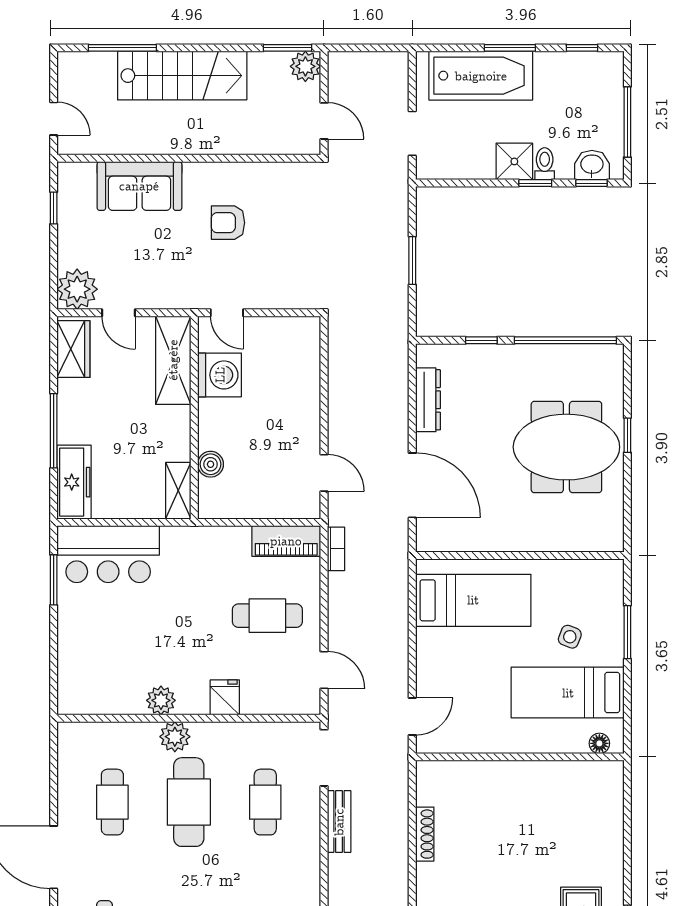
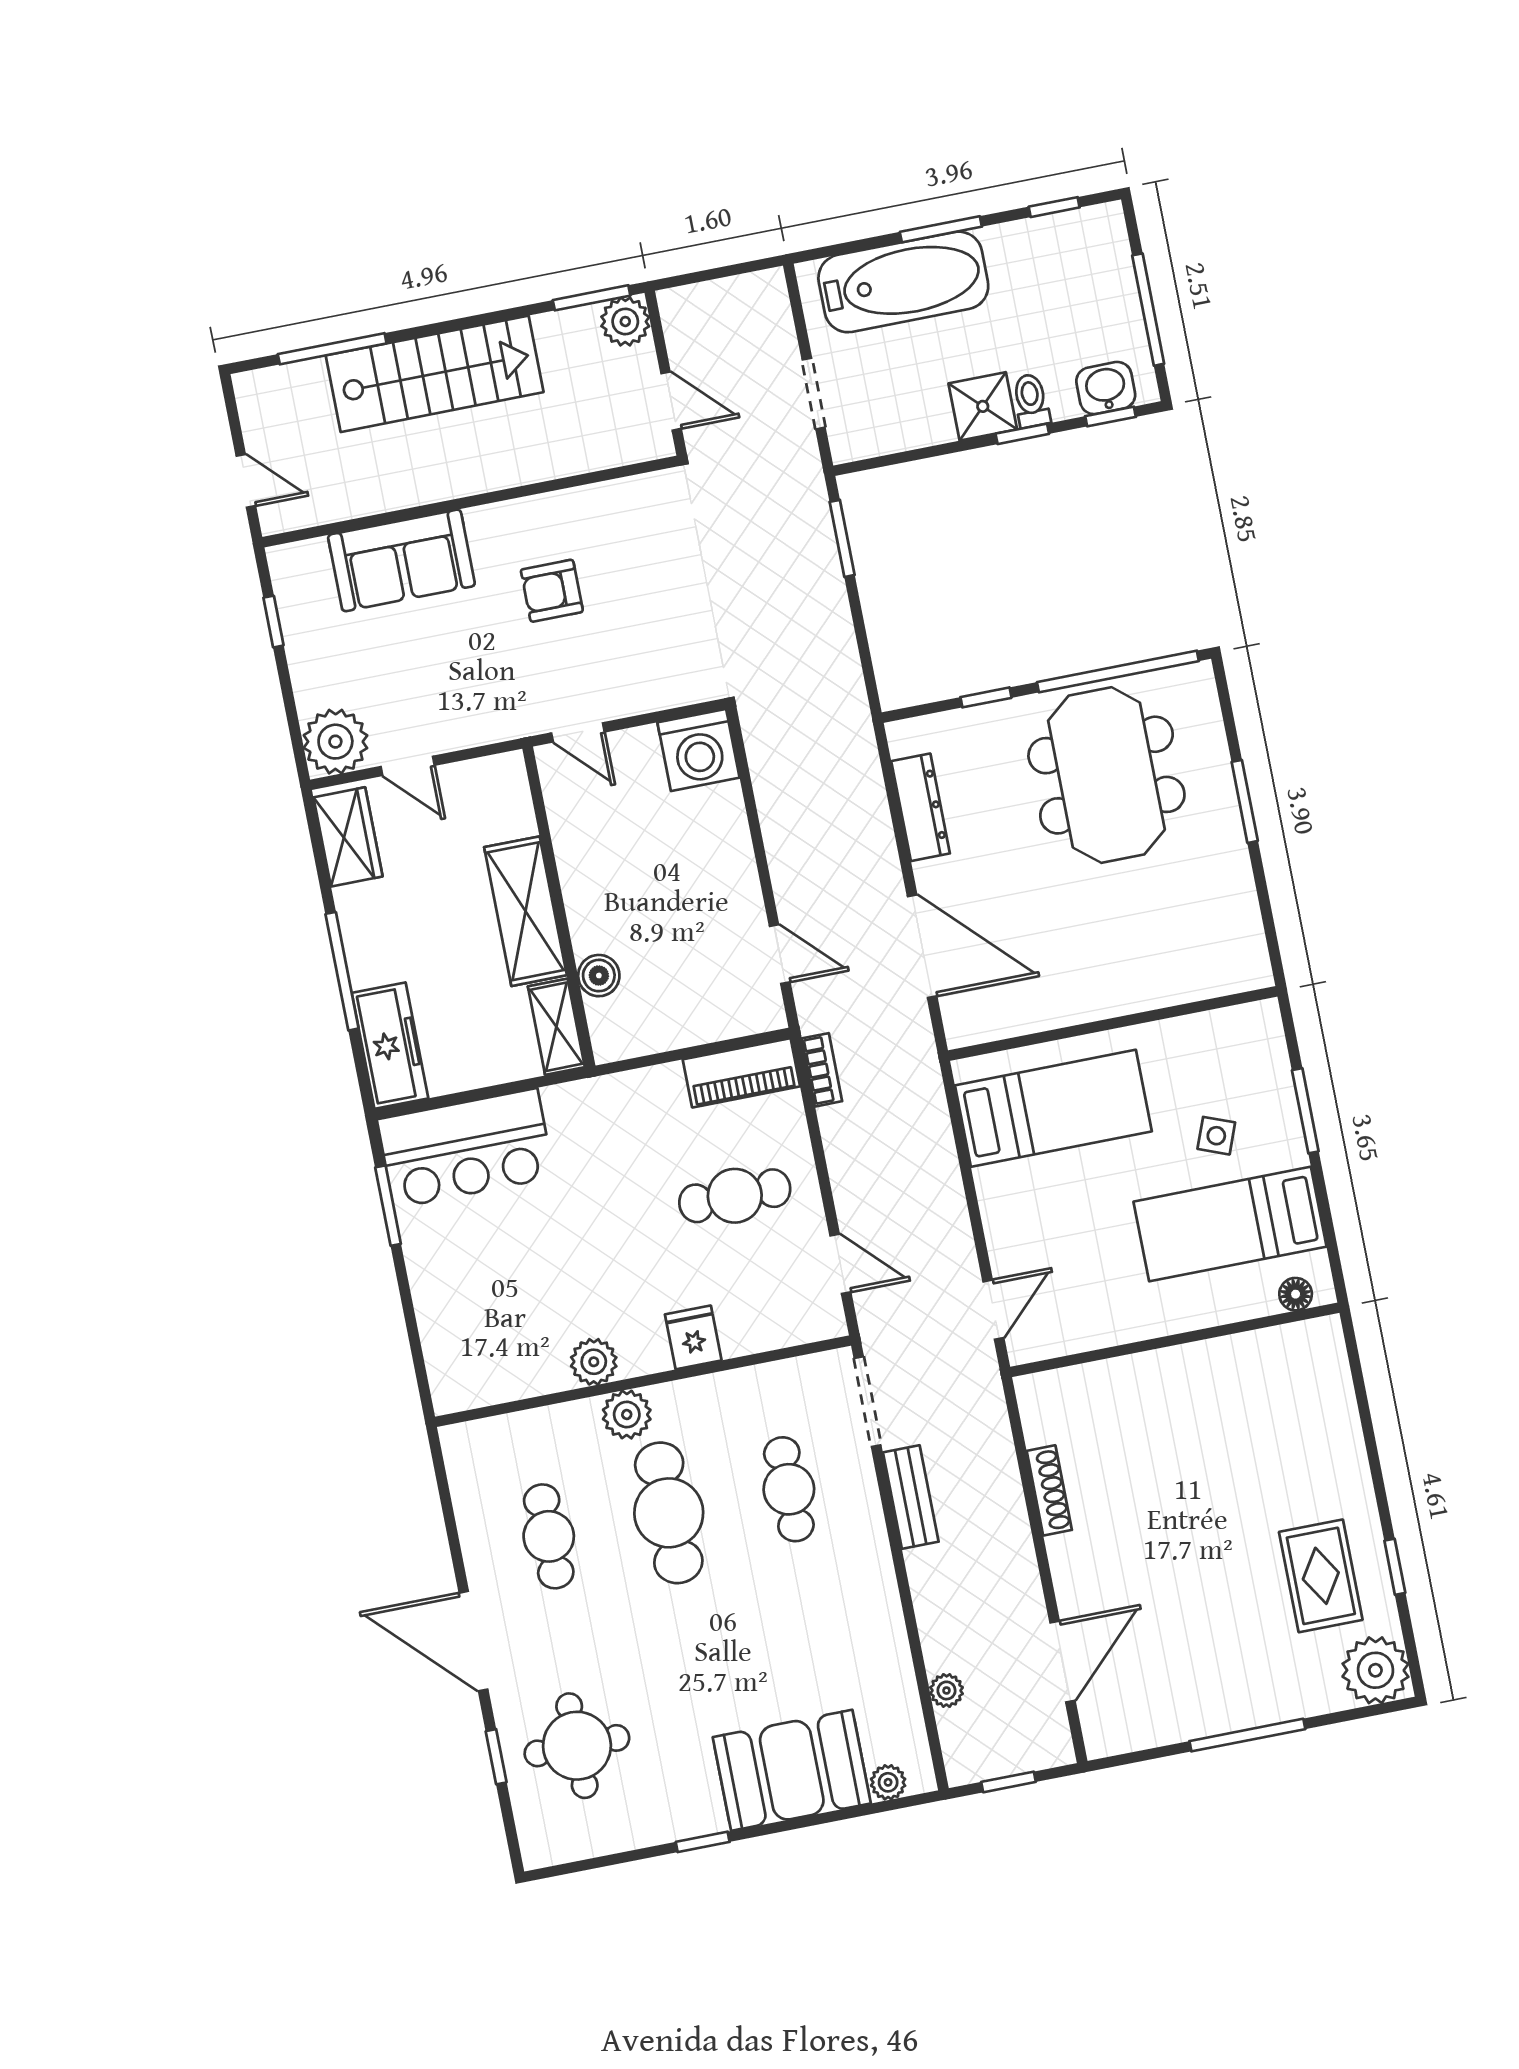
window: (412, 260) -> (842, 538), moved
shelving: (173, 360) -> (526, 911), moved
washing machine: (220, 375) -> (698, 750), moved, turned 90
window: (627, 435) -> (1245, 801), width x1.50
meeting table: (566, 447) -> (1106, 775), moved, turned 90

